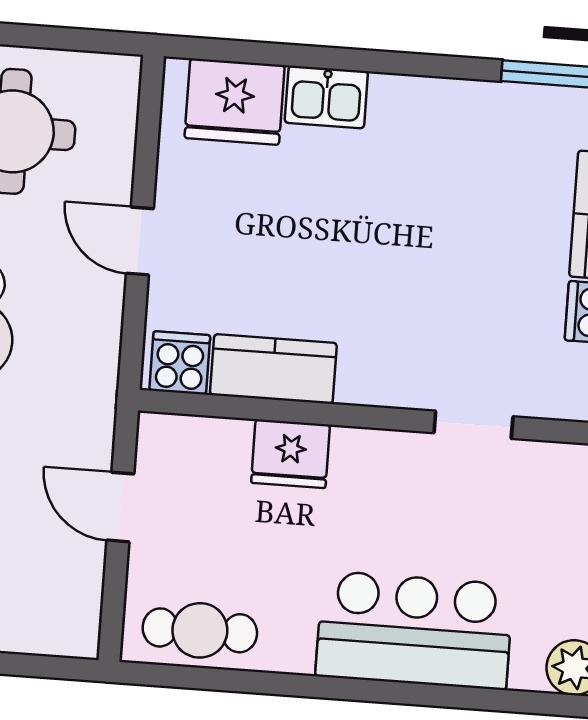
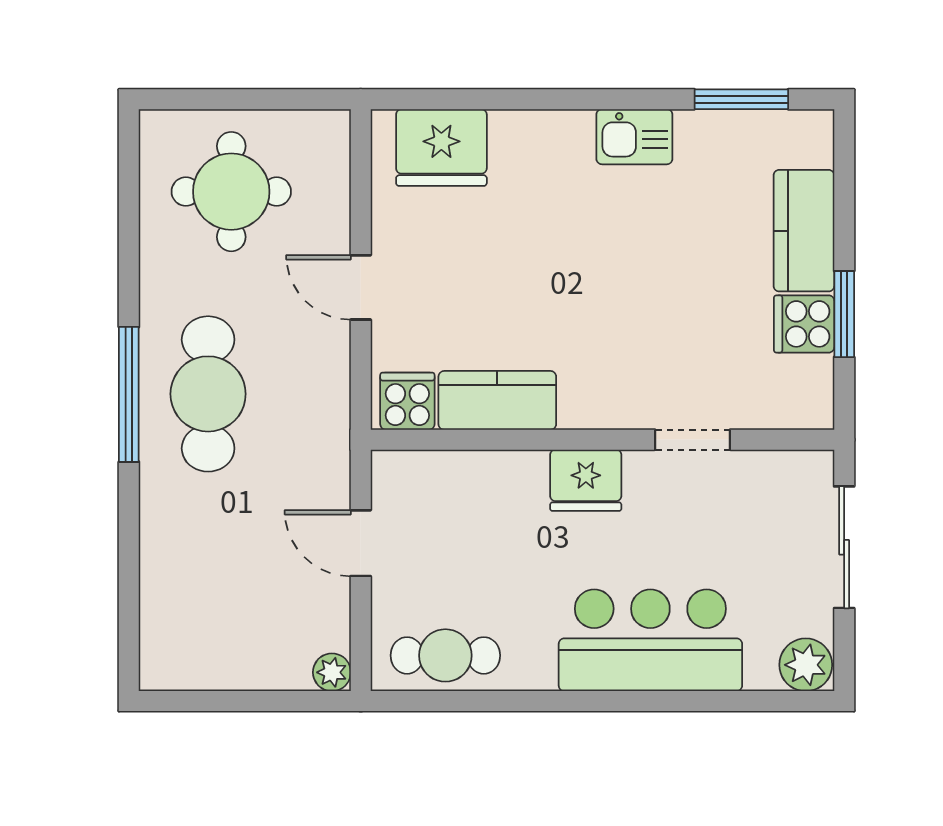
kitchen sink: (326, 97) -> (634, 137), moved
fridge: (291, 454) -> (586, 480), moved
plant: (81, 639) -> (332, 672), added

